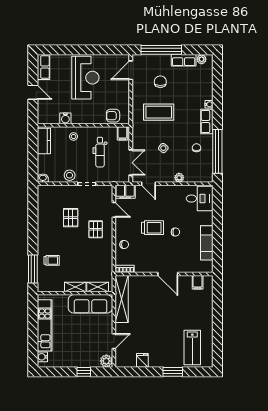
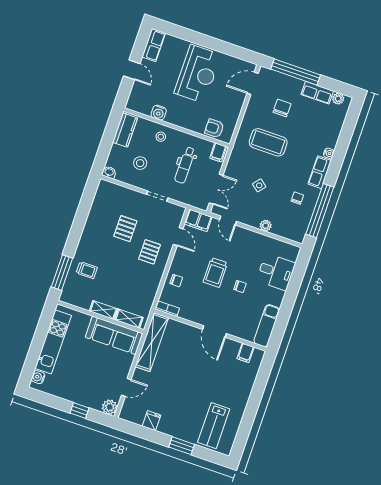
stool: (70, 175) -> (140, 163), moved
desk: (200, 199) -> (276, 272), moved
trolley: (152, 228) -> (215, 272), turned 90
exam couch: (207, 243) -> (267, 326), moved

